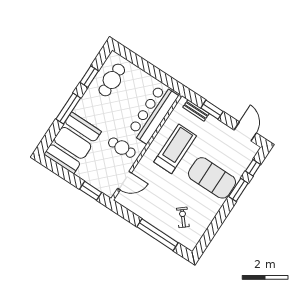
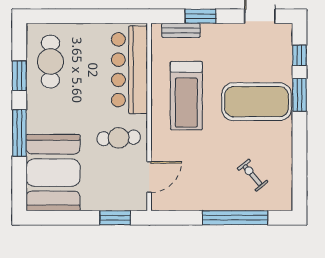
treadmill: (175, 149) -> (186, 96), turned 180

